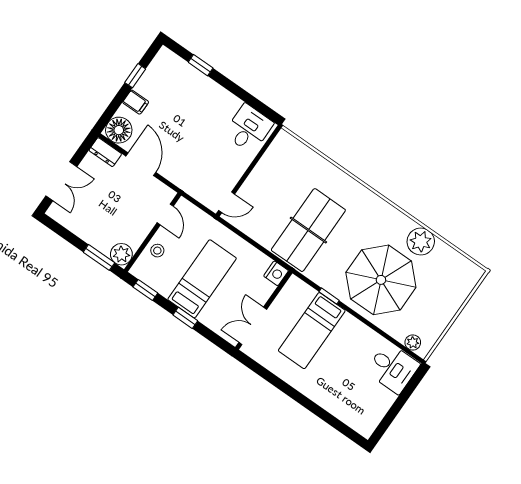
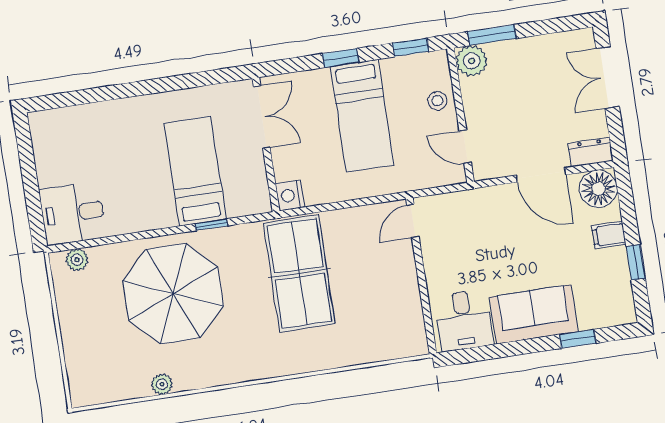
sofa: (211, 98) -> (534, 314), added
plant: (421, 242) -> (162, 384), width x0.53, depth x0.53

